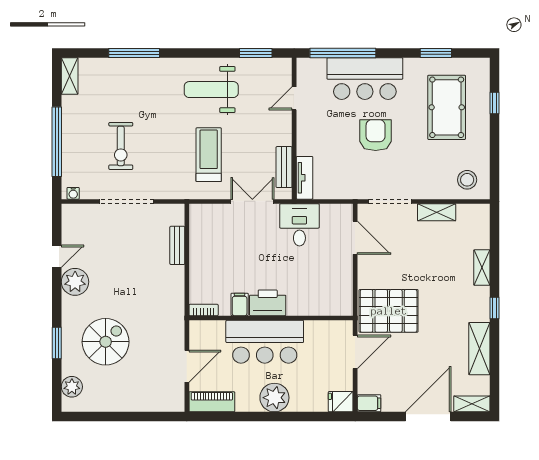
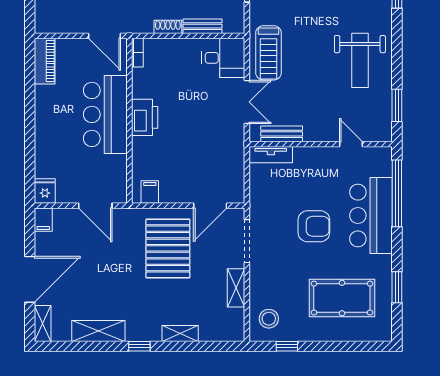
weight bench: (211, 90) -> (360, 60), turned 180
window: (494, 103) -> (287, 346), moved
treadmill: (209, 155) -> (269, 53), moved, turned 90
desk: (299, 225) -> (223, 58), moved
shoe rack: (178, 280) -> (168, 27), added
filing cabinet: (240, 304) -> (150, 192), moved, turned -90
pallet: (389, 311) -> (168, 248), moved
door: (187, 366) -> (104, 36), moved
plant: (274, 398) -> (49, 124), removed
door: (428, 417) -> (30, 279), hinge flipped

